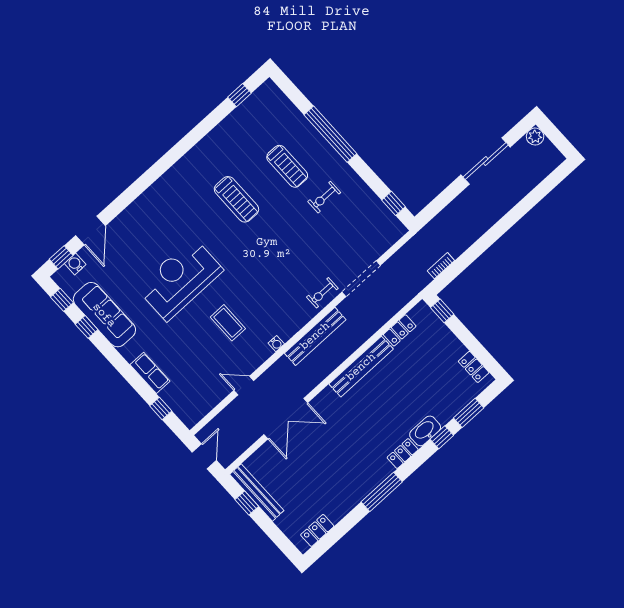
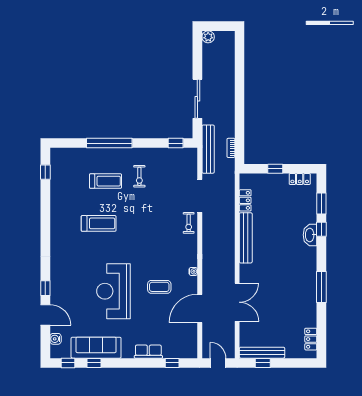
sliding door: (486, 161) -> (197, 99), moved
window: (61, 257) -> (45, 288), moved
window: (442, 311) -> (275, 169), moved
bench: (315, 336) -> (208, 149), moved
door: (244, 386) -> (200, 308), width x1.87
locker: (403, 454) -> (311, 258), removed

